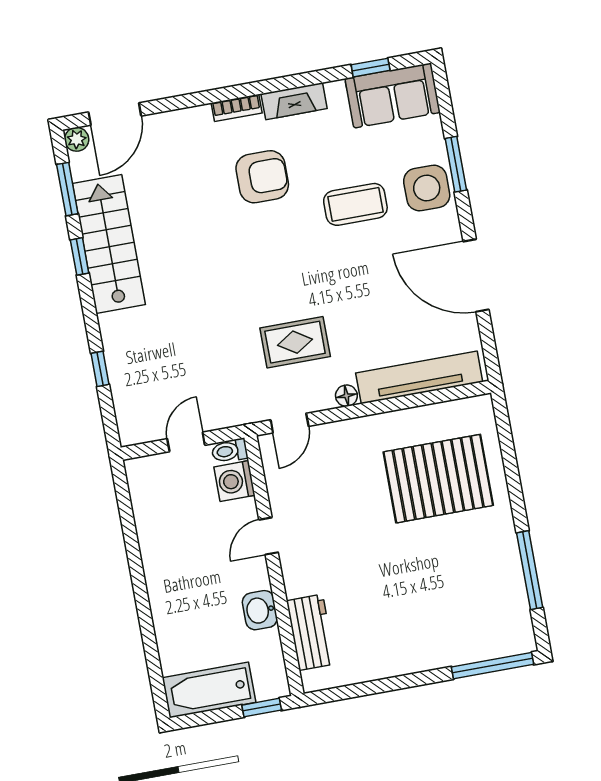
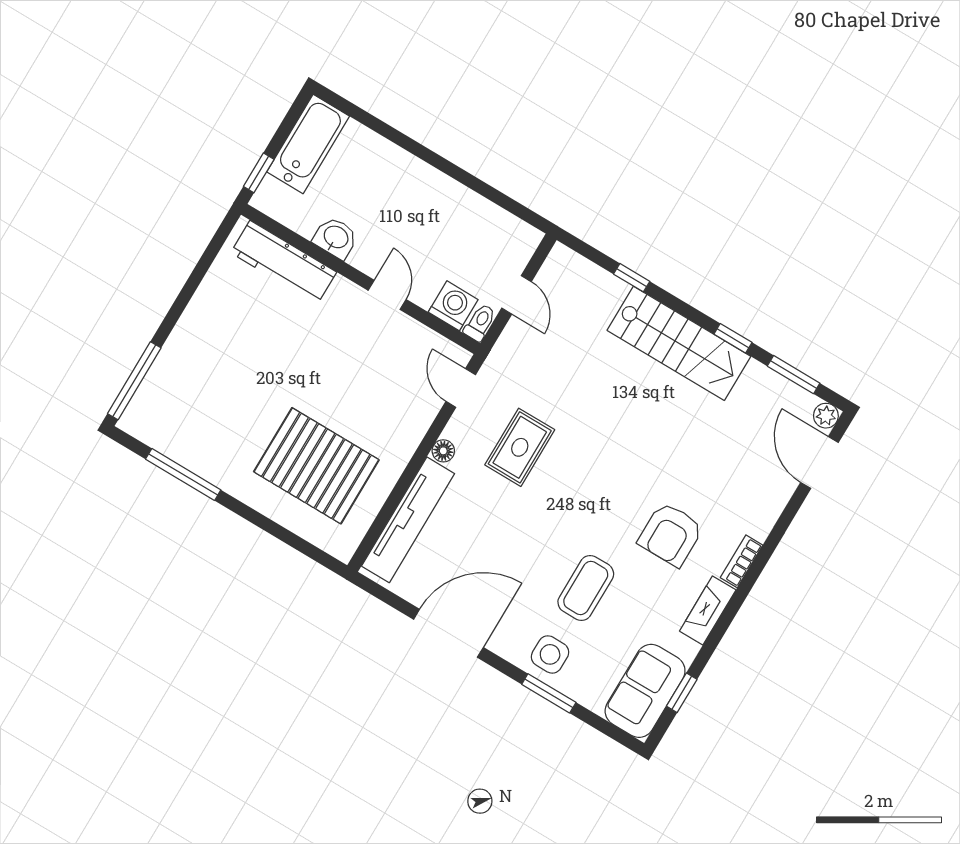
side table: (427, 188) -> (550, 654), width x0.73, depth x0.73
stairs: (109, 244) -> (679, 343), moved
pallet: (438, 479) -> (316, 466), turned 90
workbench: (311, 632) -> (284, 262), width x1.38

